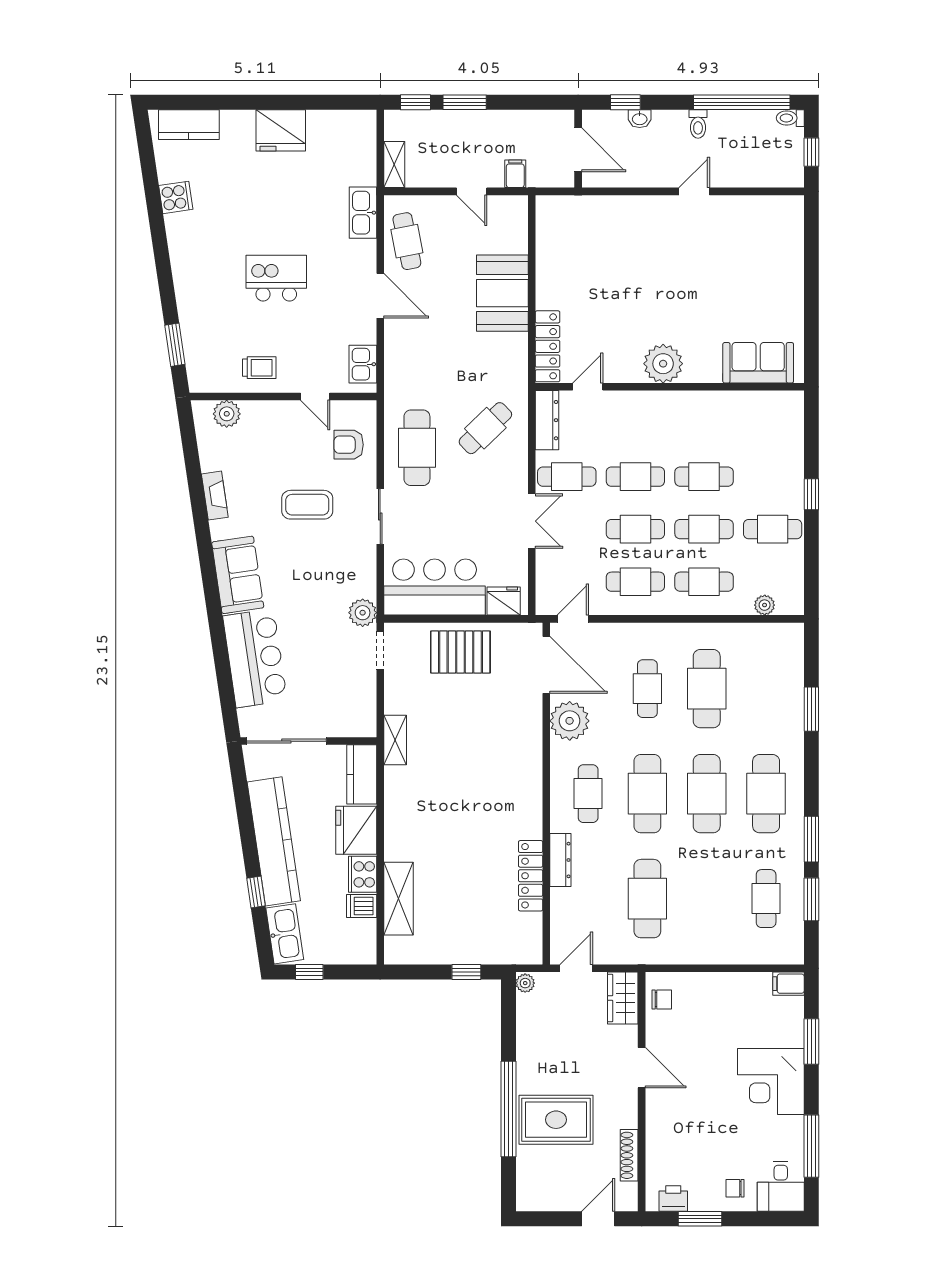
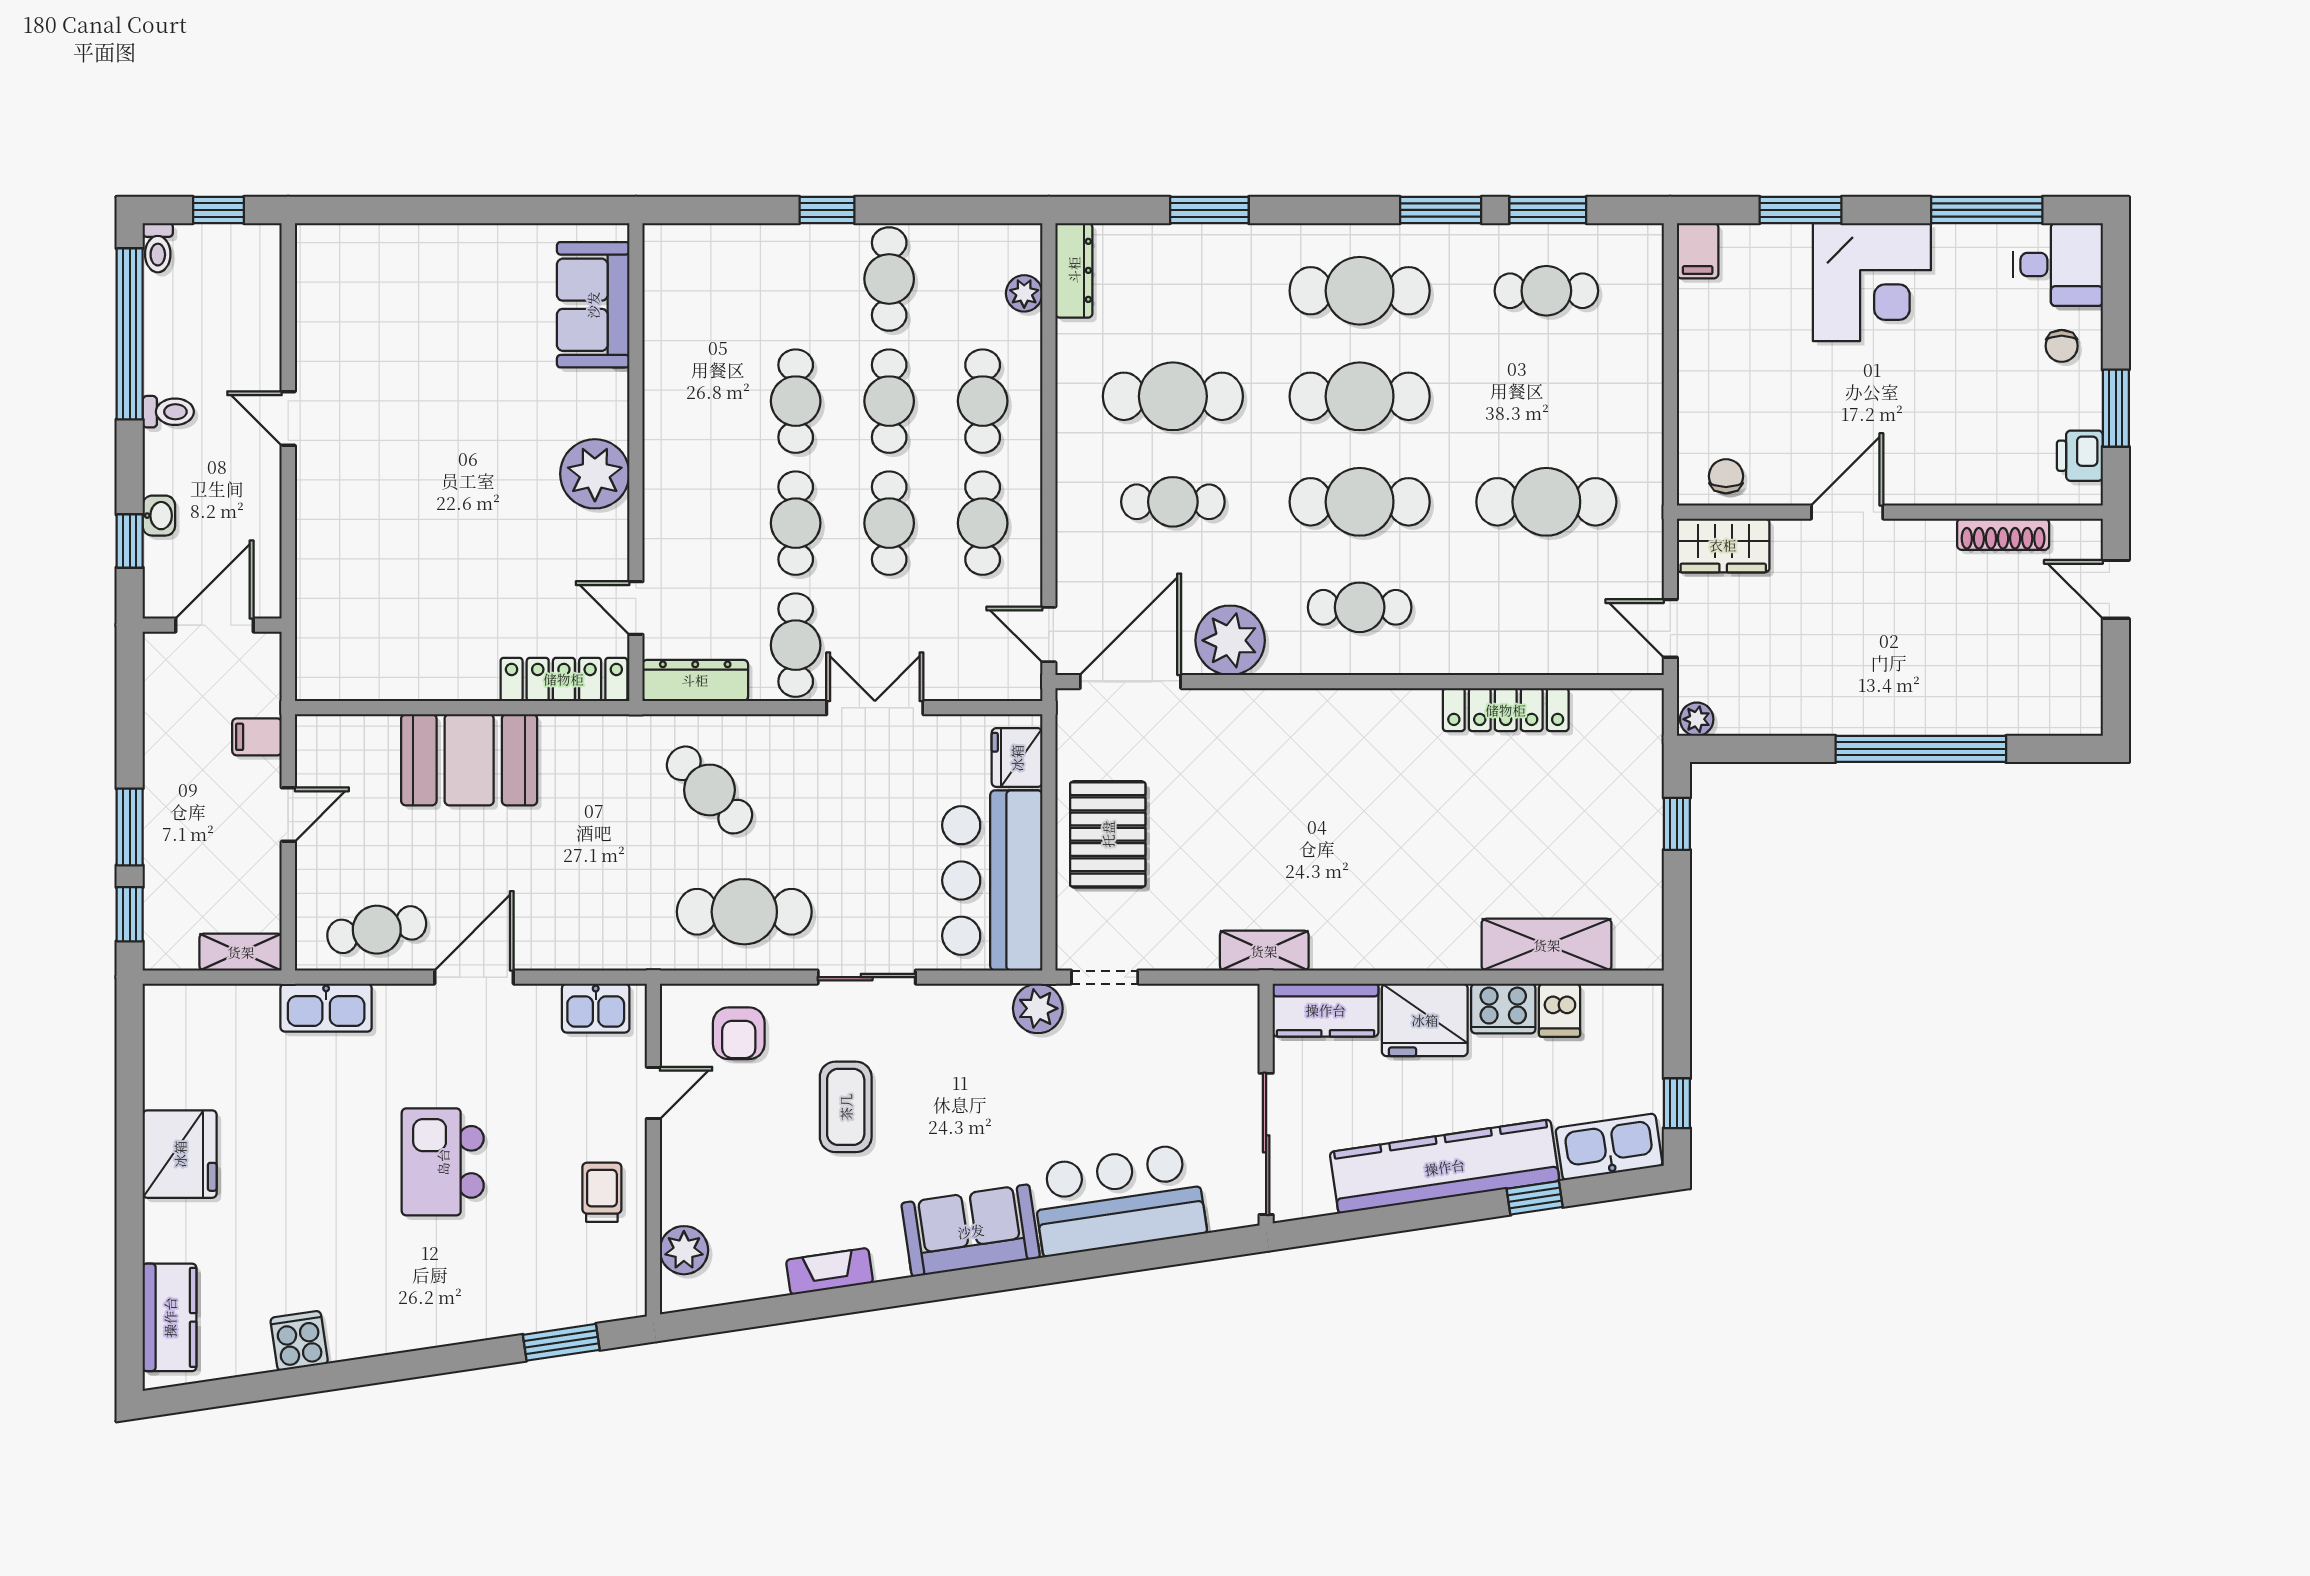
dresser: (560, 860) -> (1074, 270), moved, turned 90
rug: (556, 1120) -> (1940, 664), removed

